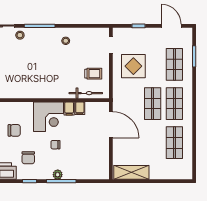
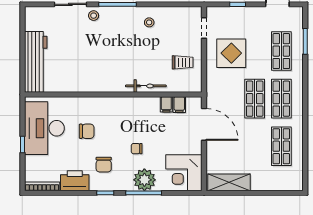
bicycle: (86, 93) -> (146, 86), moved
filing cabinet: (69, 108) -> (179, 105), moved
corner desk: (48, 117) -> (184, 173), moved, turned 90
plant: (58, 175) -> (144, 180), width x1.88, depth x1.88

